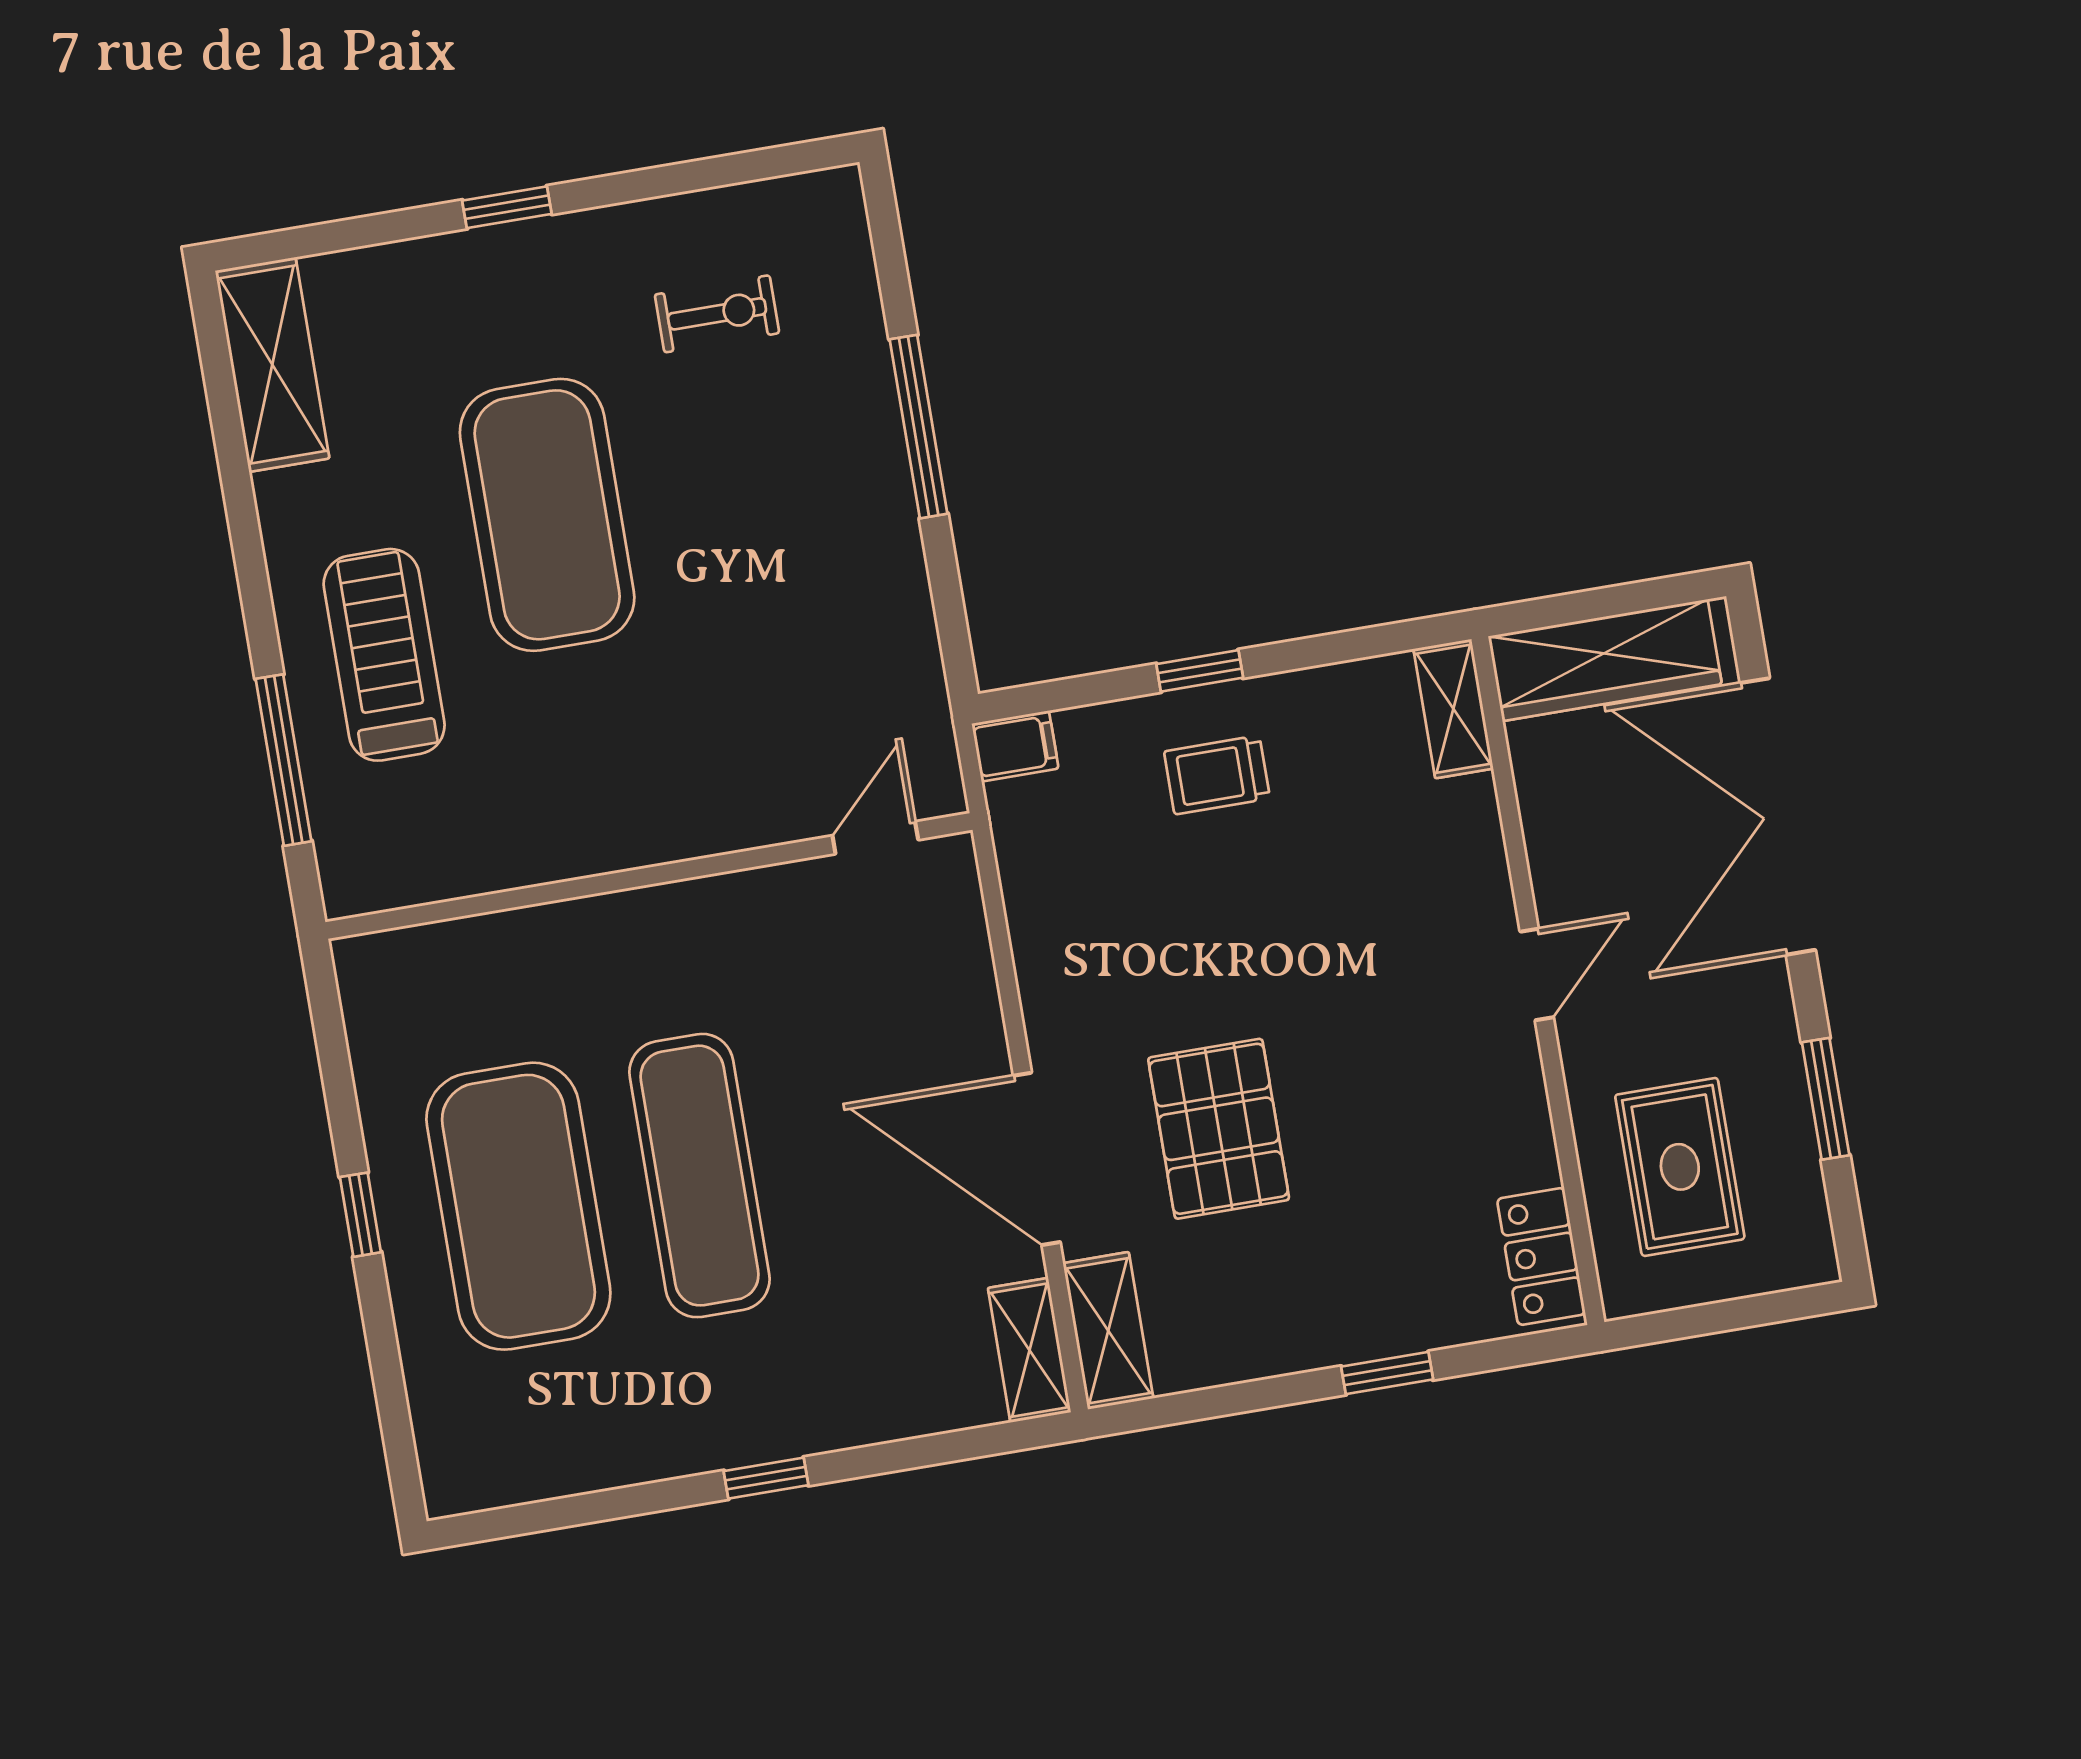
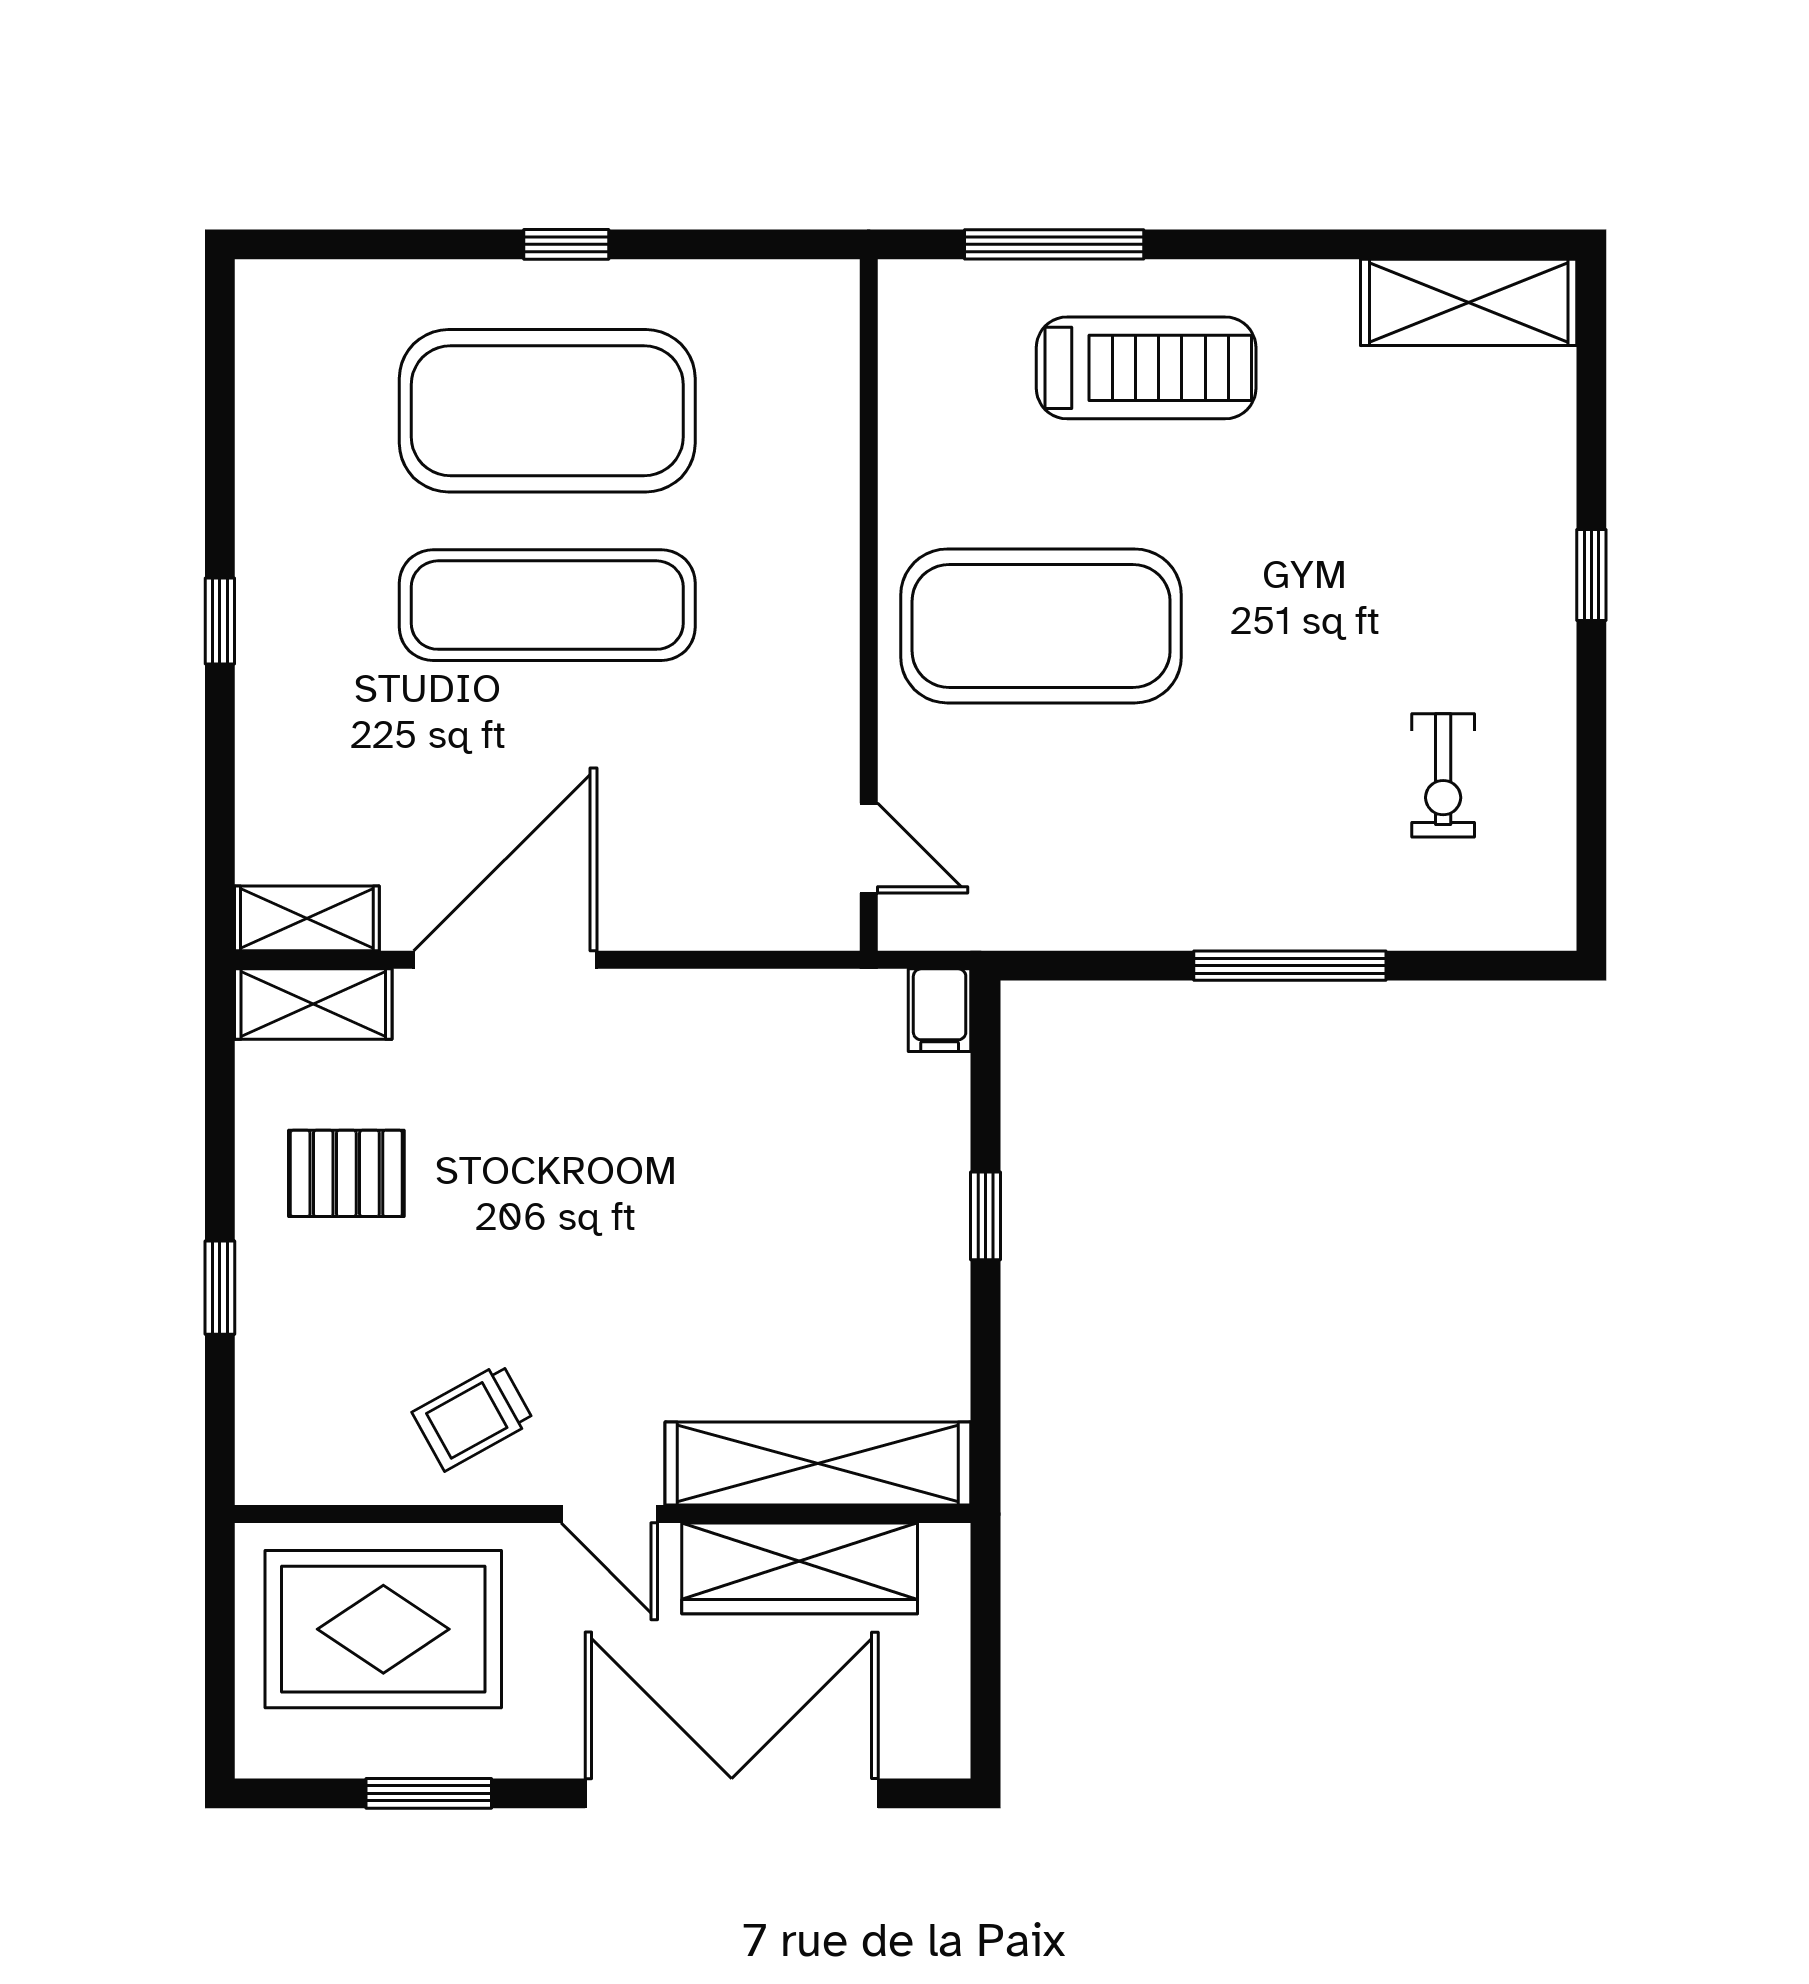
exercise mat: (547, 515) -> (1041, 626), moved
wardrobe: (1605, 660) -> (800, 1568), moved, turned -90
shelving: (1453, 709) -> (818, 1463), width x2.20, depth x1.33
trolley: (1217, 775) -> (473, 1417), moved, turned -119
pallet: (1219, 1129) -> (346, 1173), moved, width x0.67, depth x0.71
rug: (1680, 1167) -> (383, 1629), width x1.36, depth x1.43
locker: (1541, 1256) -> (314, 1469), removed

